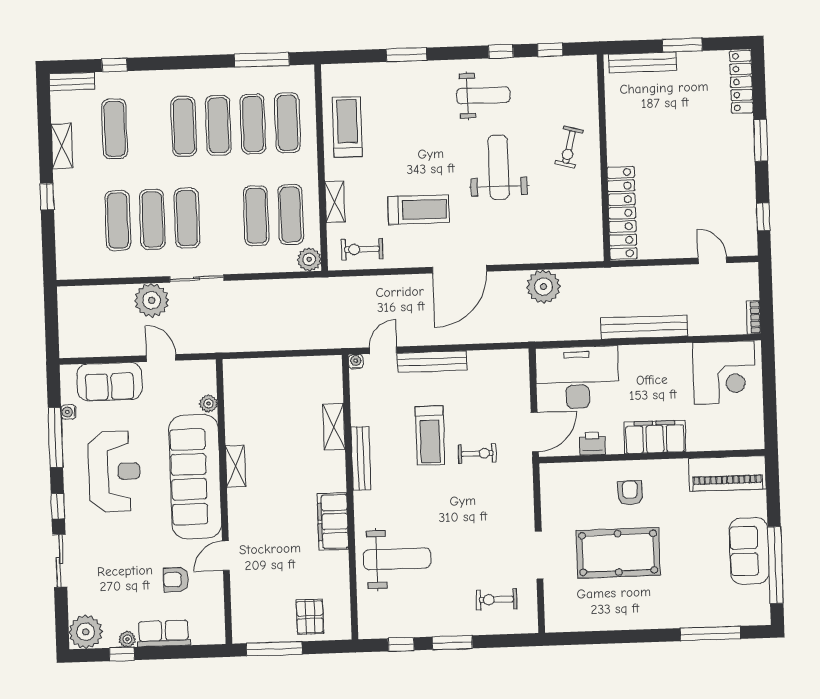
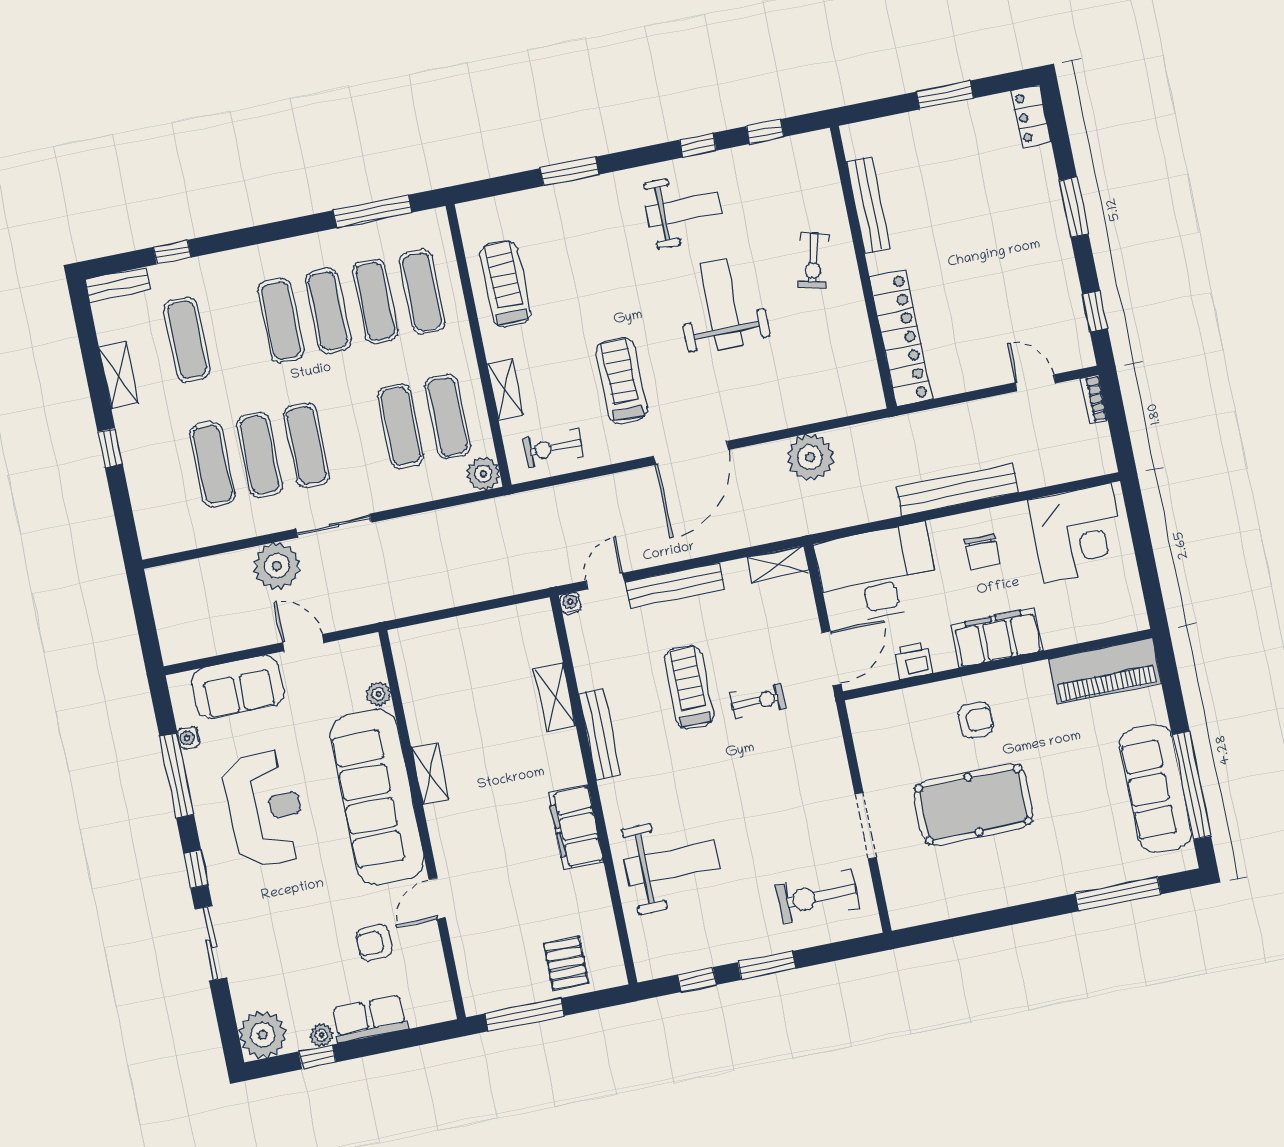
bench: (642, 62) -> (868, 205), moved, turned 90
locker: (741, 82) -> (1031, 117), width x0.66
treadmill: (418, 210) -> (621, 381), turned -90
bookcase: (754, 317) -> (1094, 399), moved
shelving: (508, 359) -> (778, 564), added
chair: (654, 374) -> (982, 552), added
treadmill: (430, 436) -> (689, 687), turned 180
armchair: (630, 493) -> (976, 720), turned 90
sofa: (749, 551) -> (1156, 788), width x1.36
exercise bike: (496, 600) -> (817, 896), width x1.38, depth x1.39

